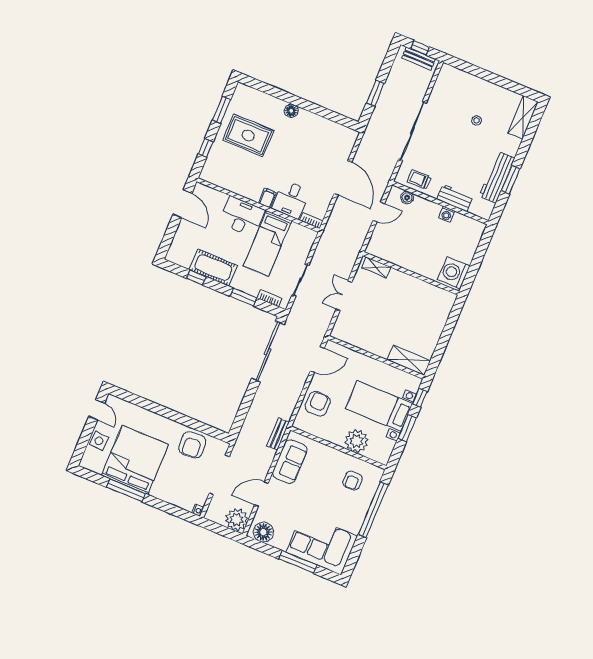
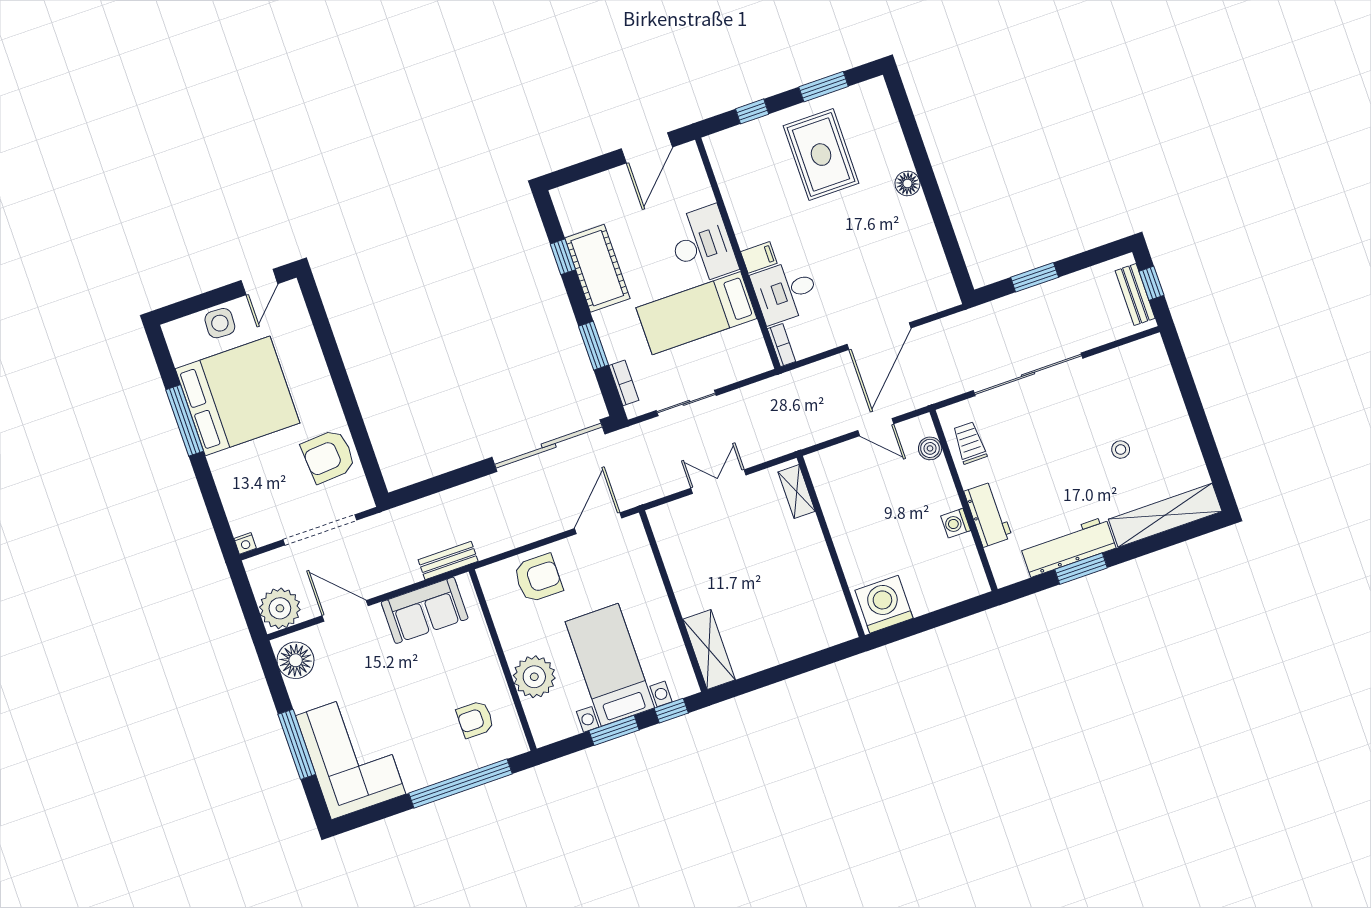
shelving: (523, 117) -> (1165, 515), width x1.47
door: (317, 360) -> (598, 523), swing flipped

